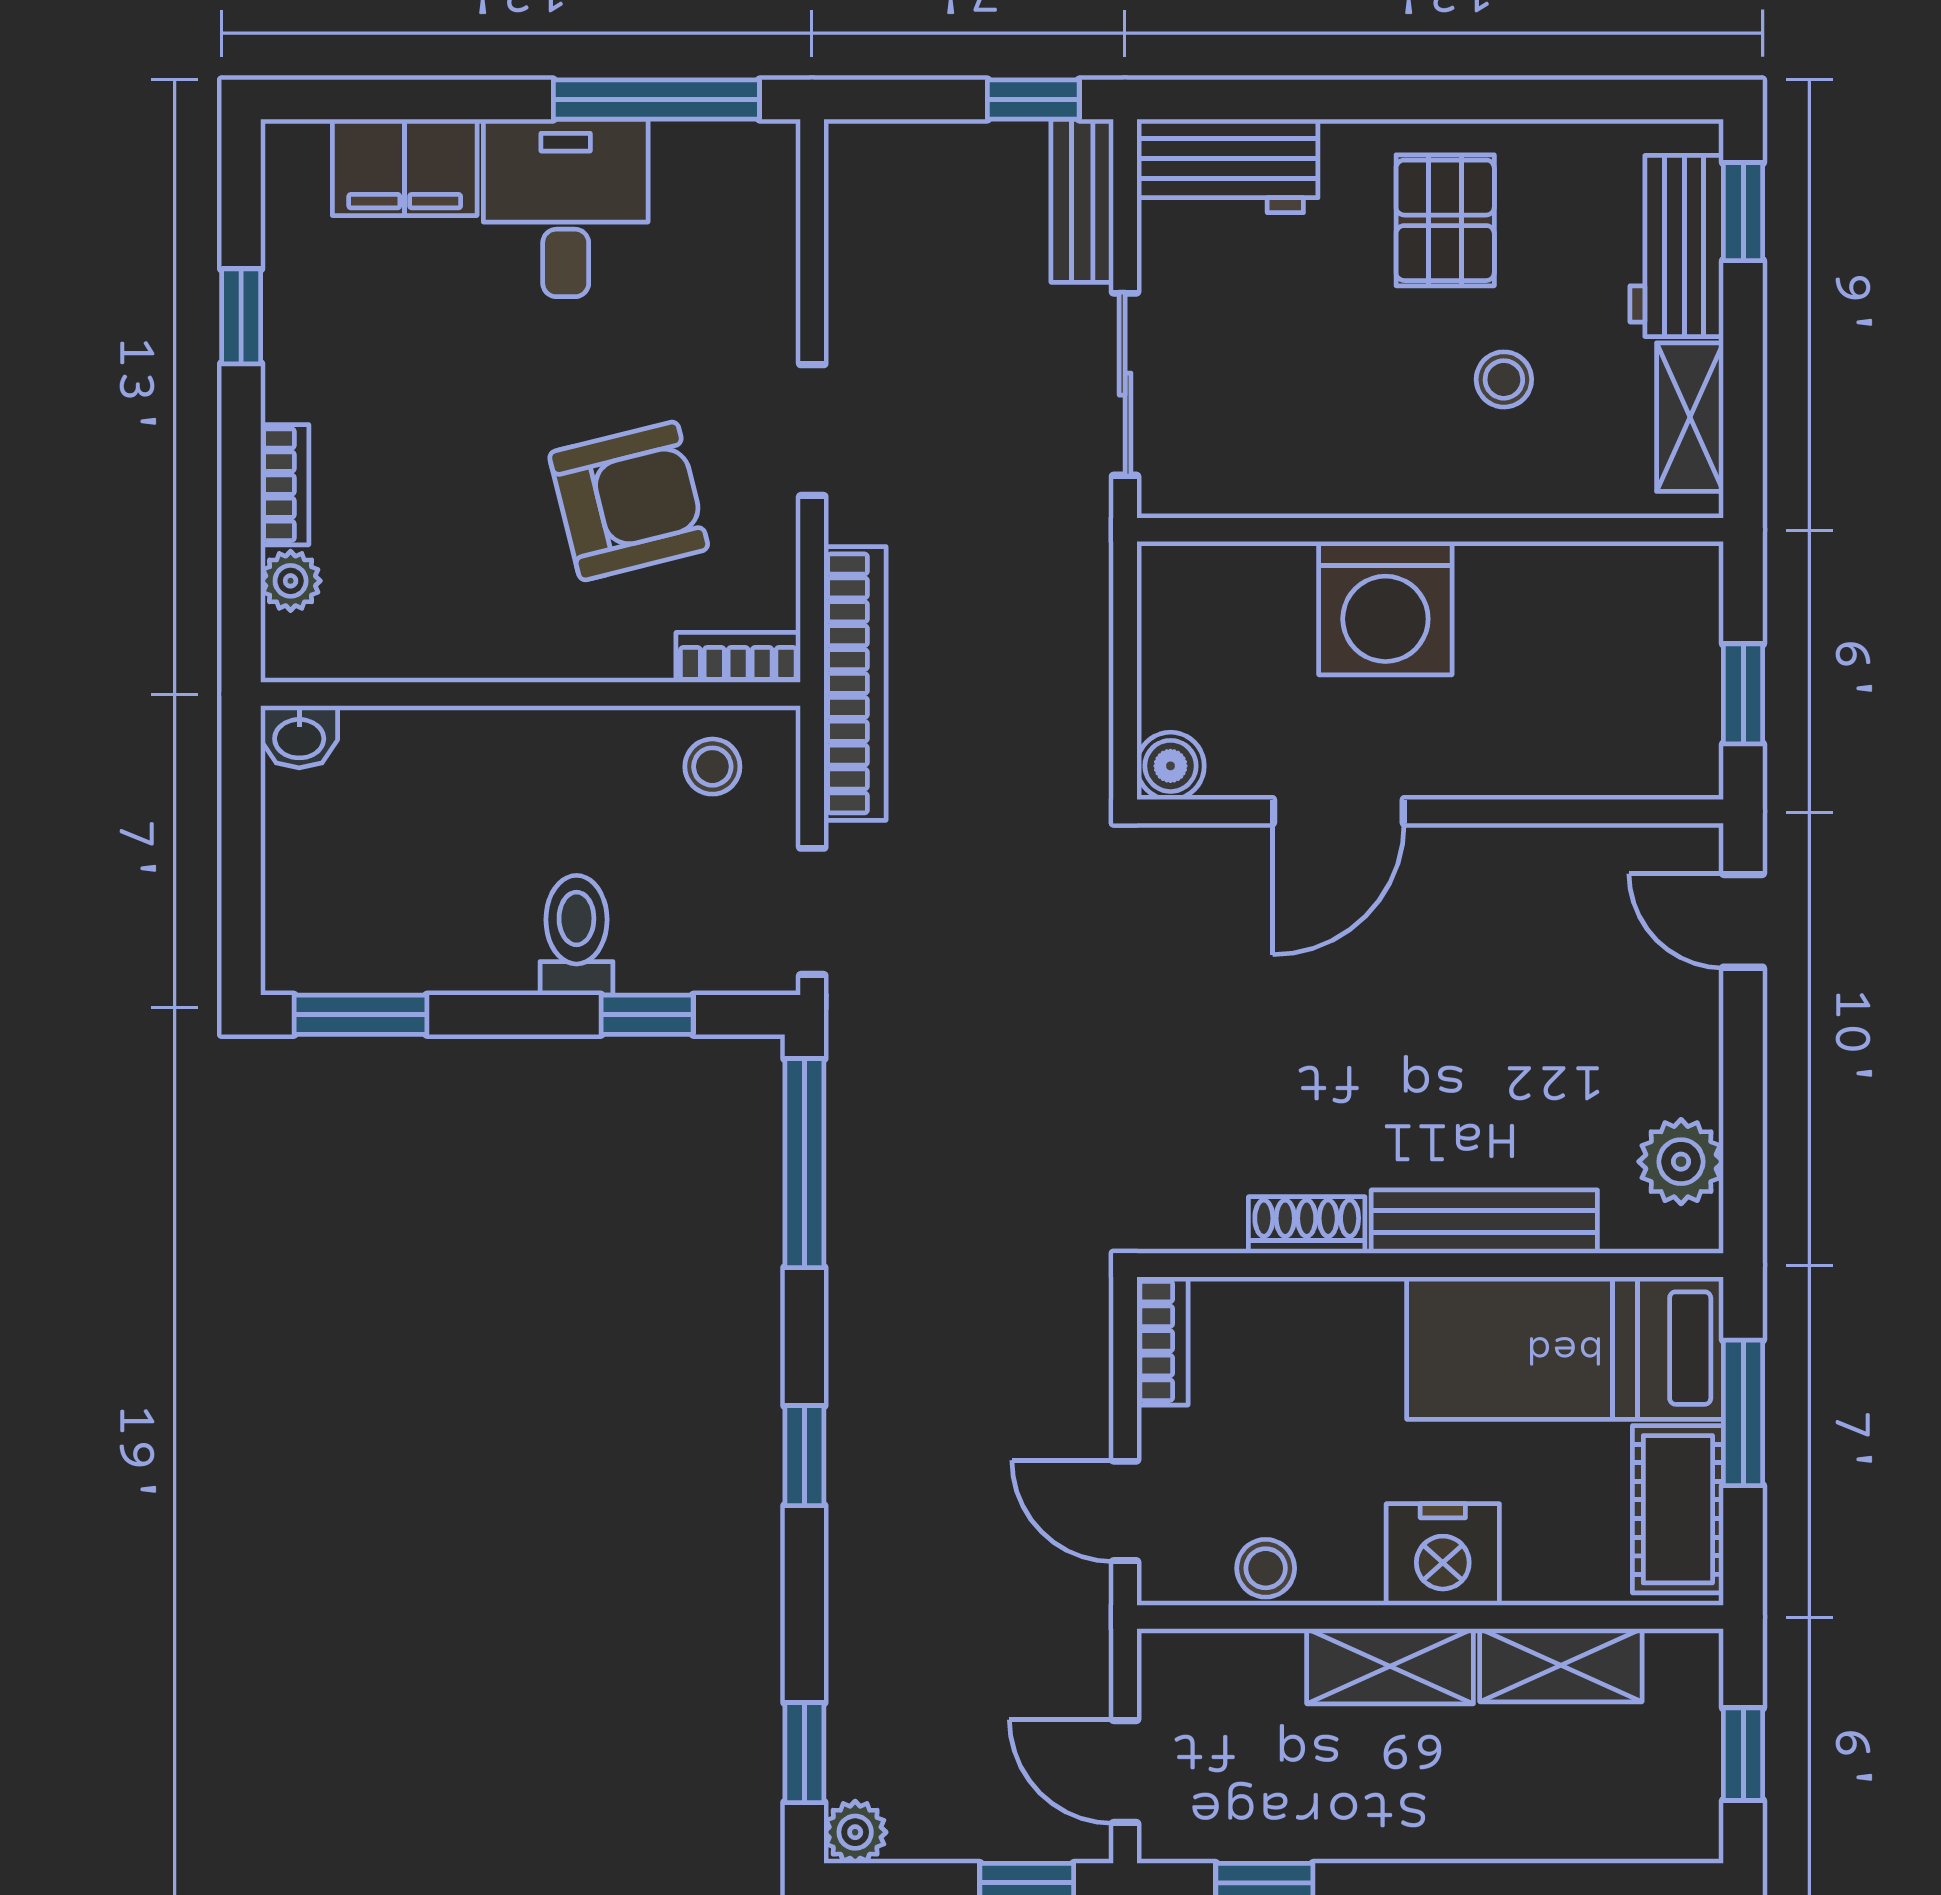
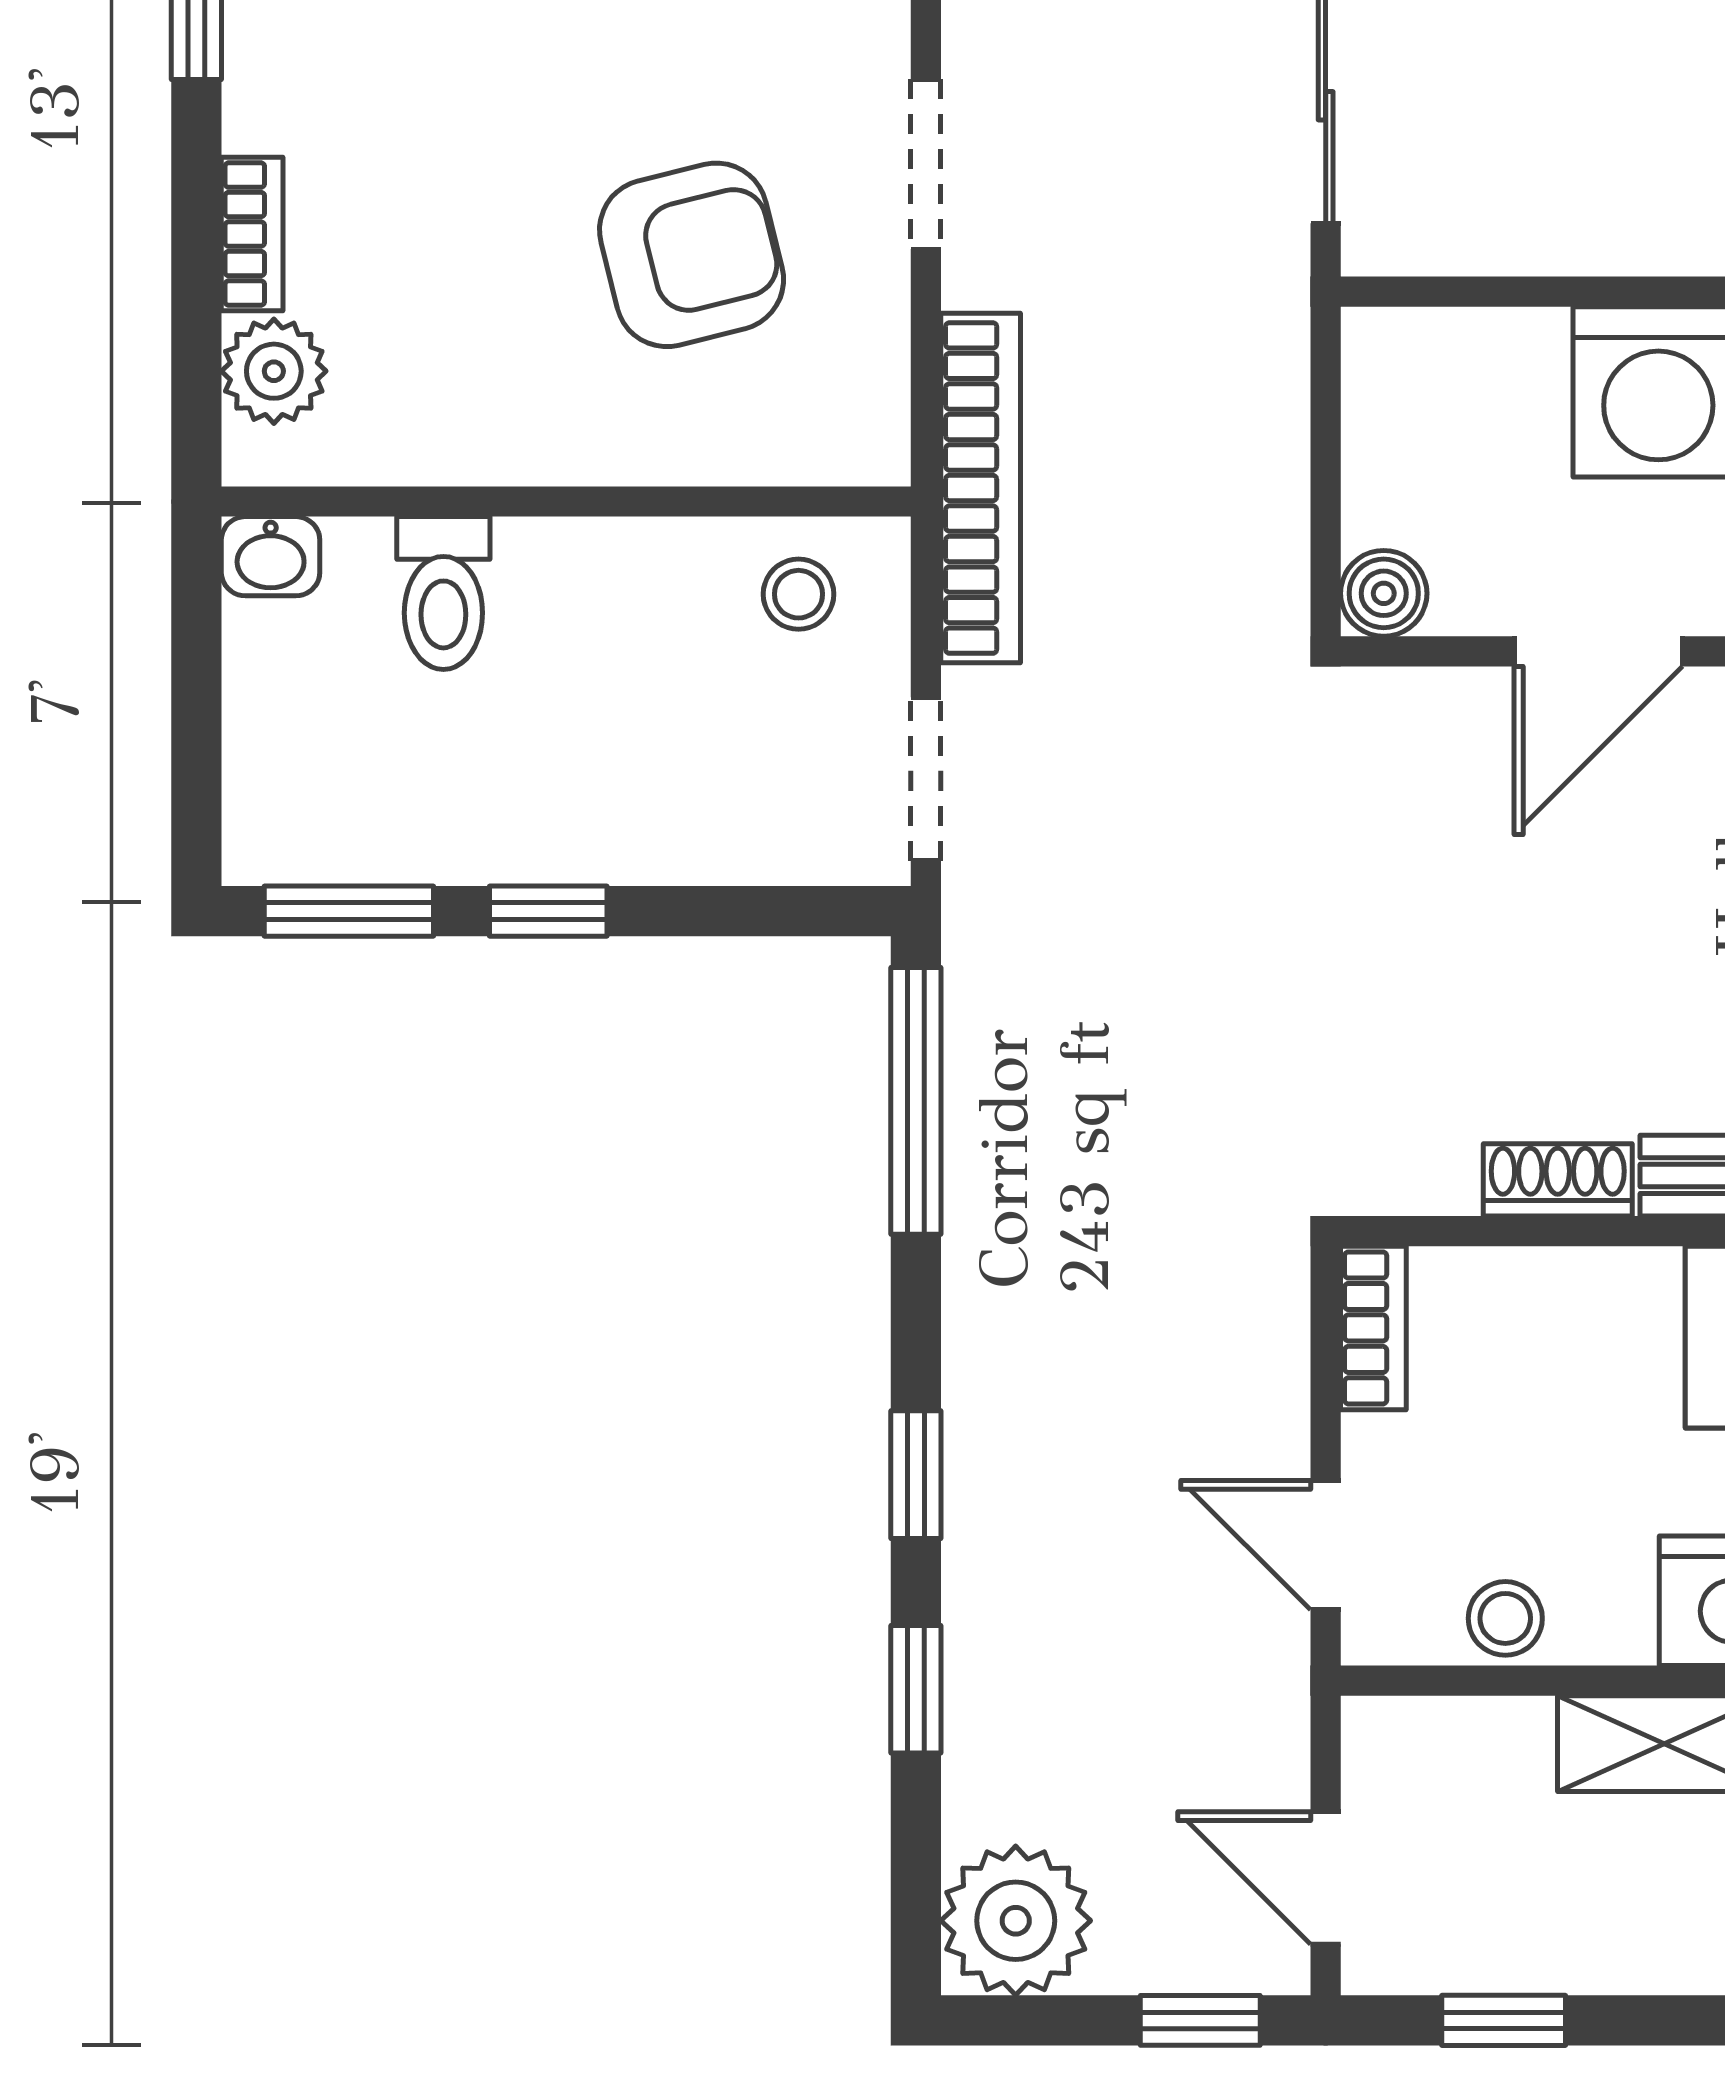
plant: (291, 581) -> (274, 371), width x1.38, depth x1.38
bookcase: (738, 657) -> (831, 455), removed
toilet: (576, 935) -> (443, 593), moved, turned 180
window: (647, 1015) -> (548, 911), moved
window: (804, 1753) -> (916, 1689), moved
plant: (855, 1832) -> (1016, 1921), width x1.88, depth x1.88

